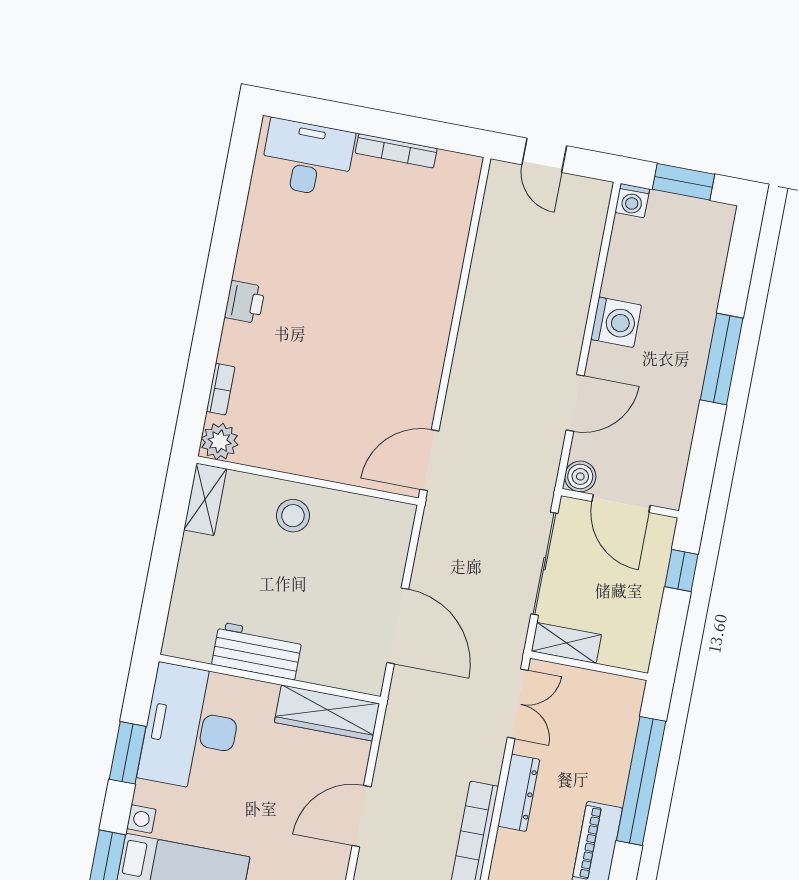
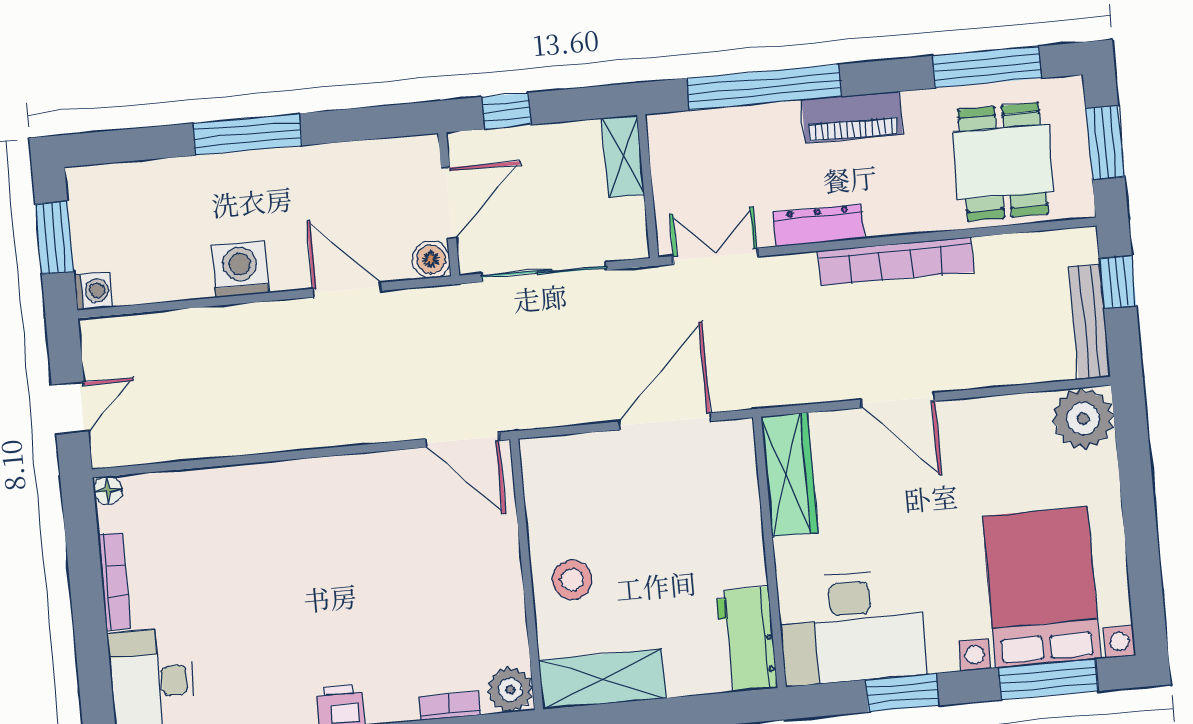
floor lamp: (470, 166) -> (108, 490), added
shelving: (205, 499) -> (602, 679), width x1.50, depth x1.33
shelving: (566, 643) -> (623, 156), moved
workbench: (257, 651) -> (747, 640), moved

